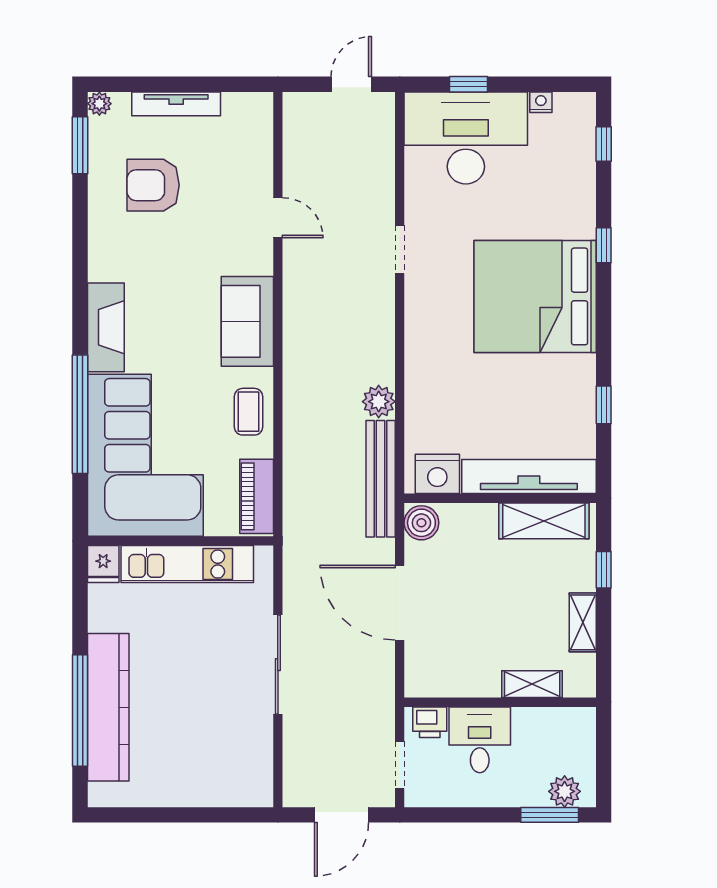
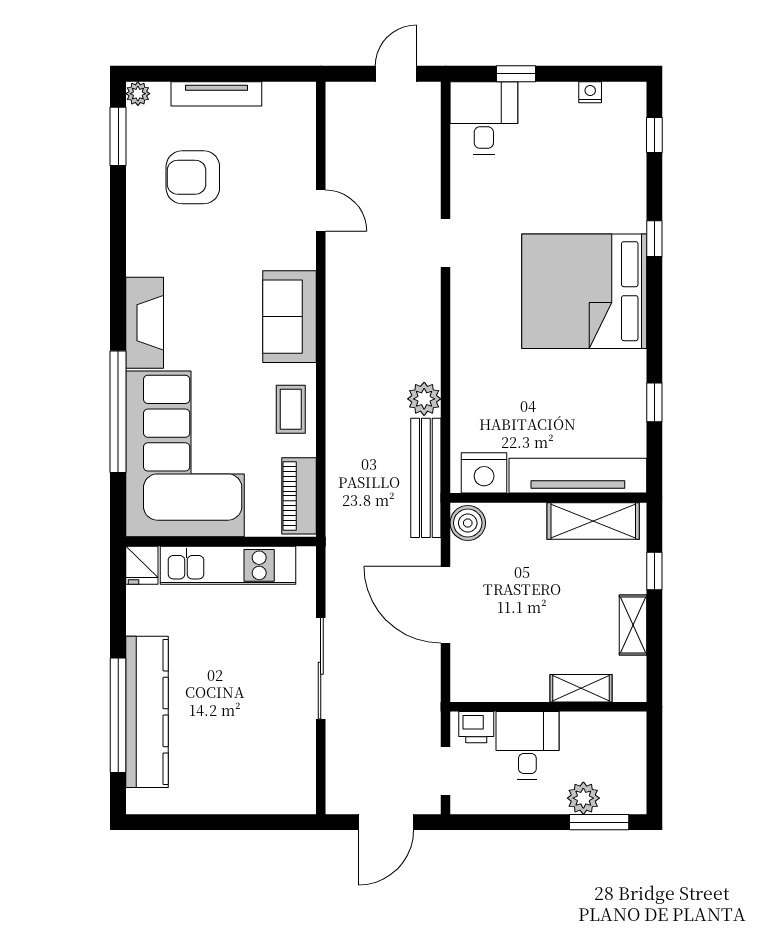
desk: (466, 138) -> (484, 118), width x0.53, depth x0.77
plant: (565, 791) -> (583, 798), moved

